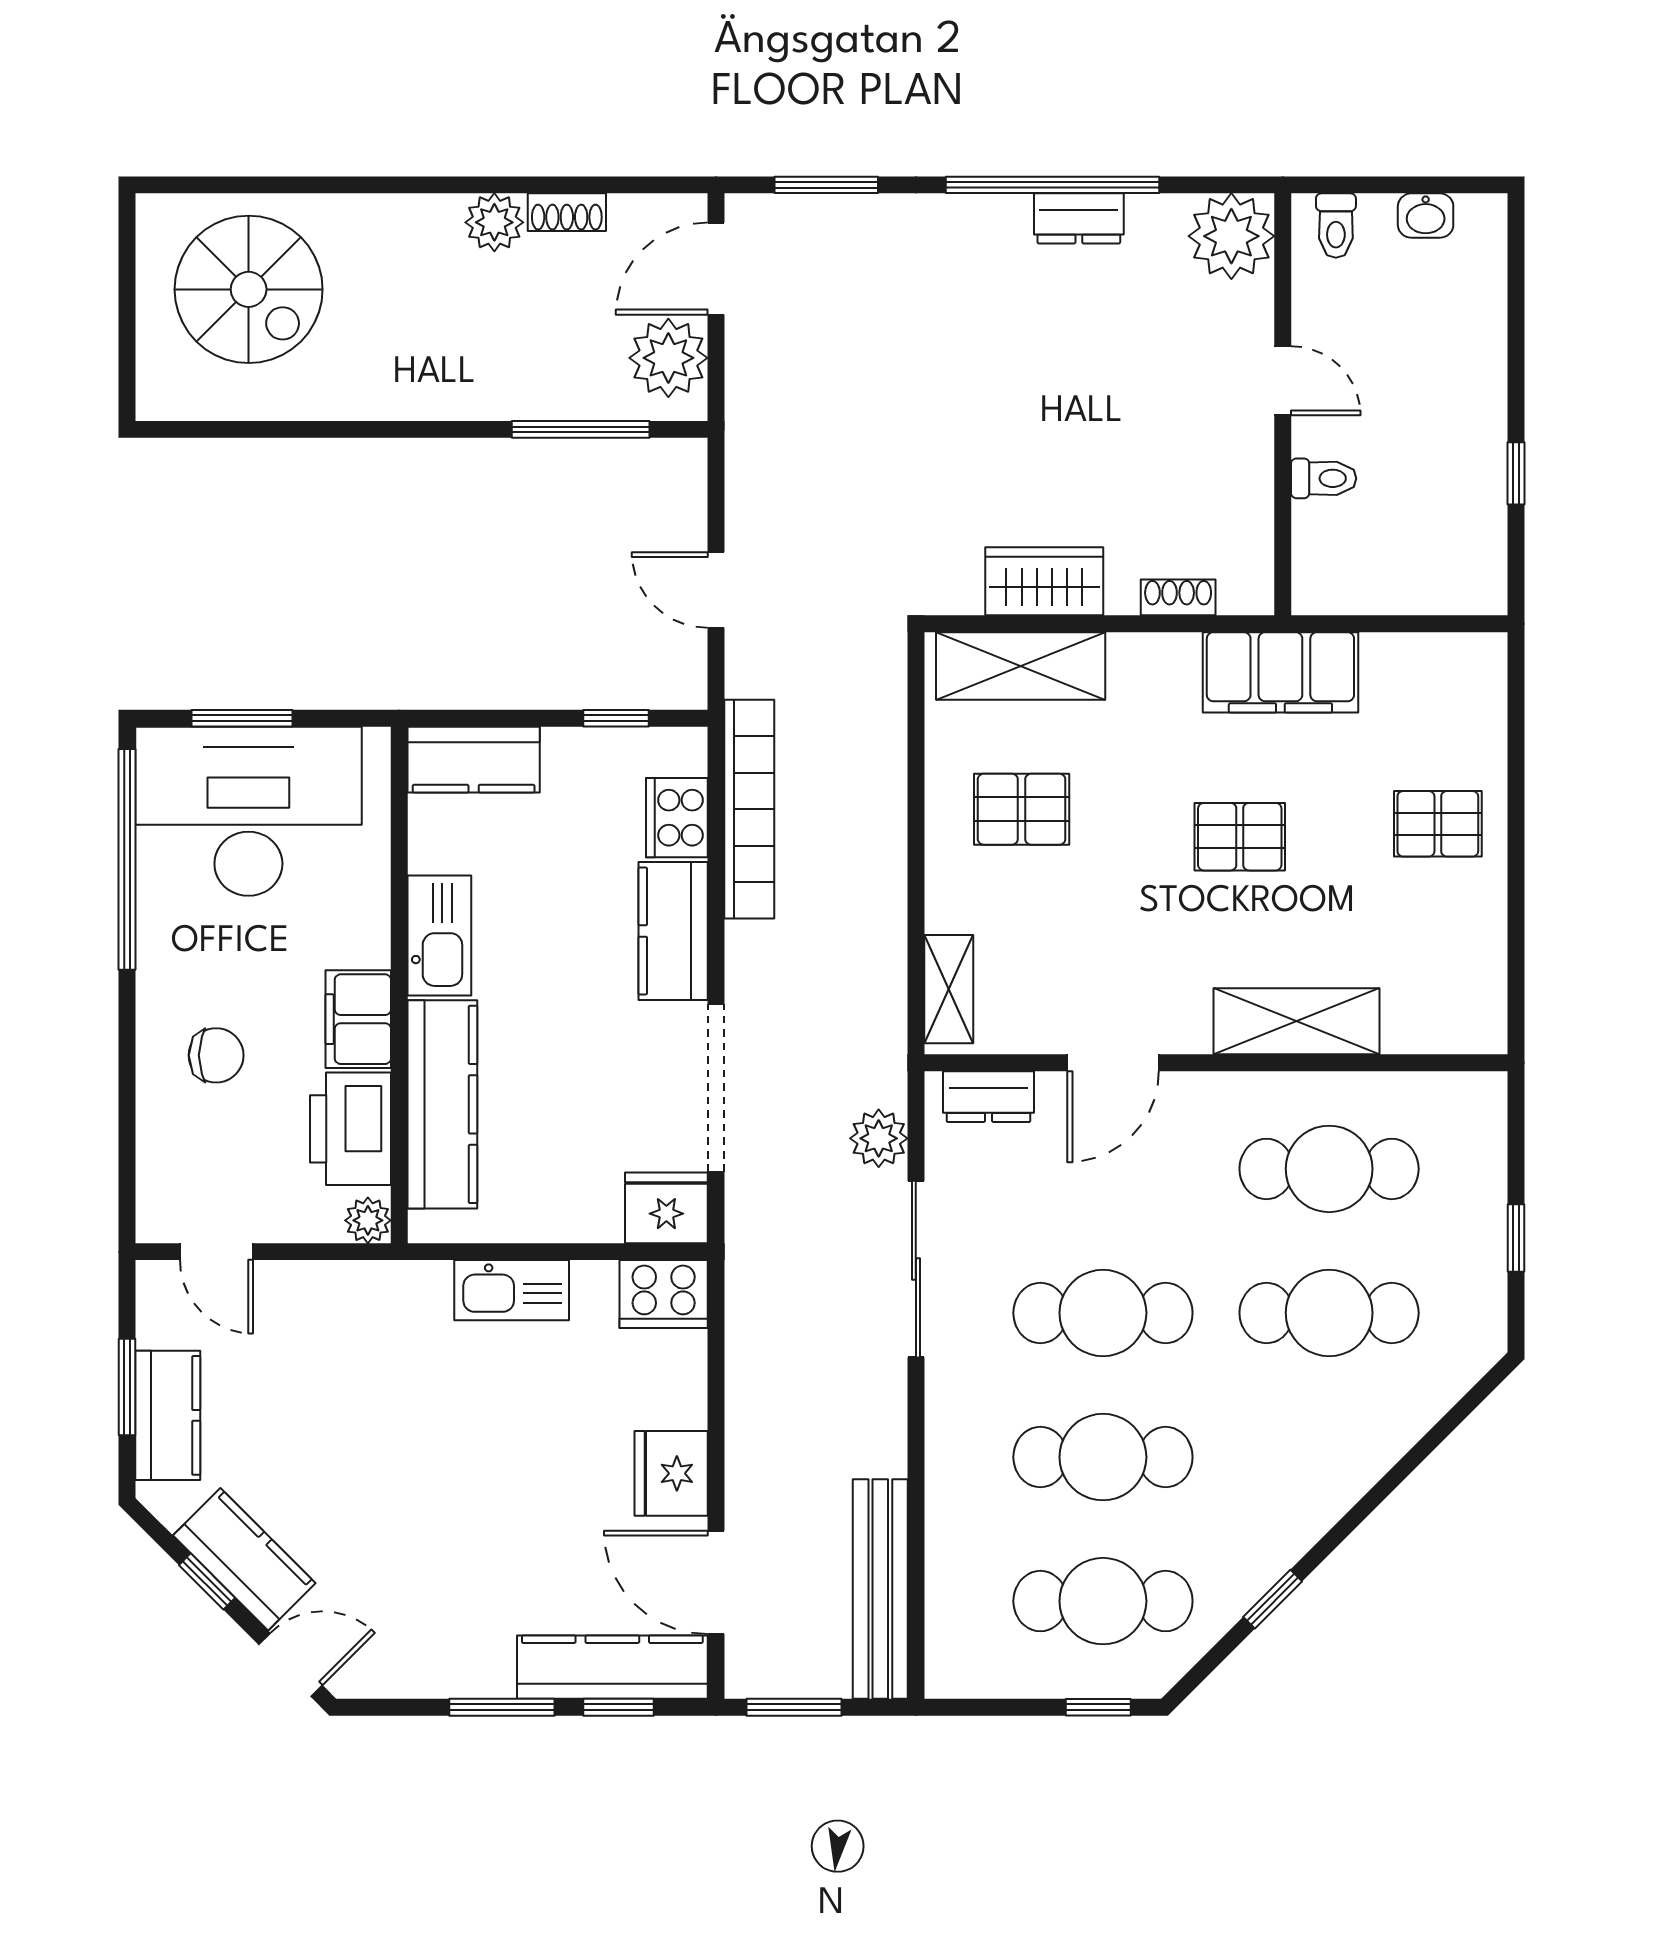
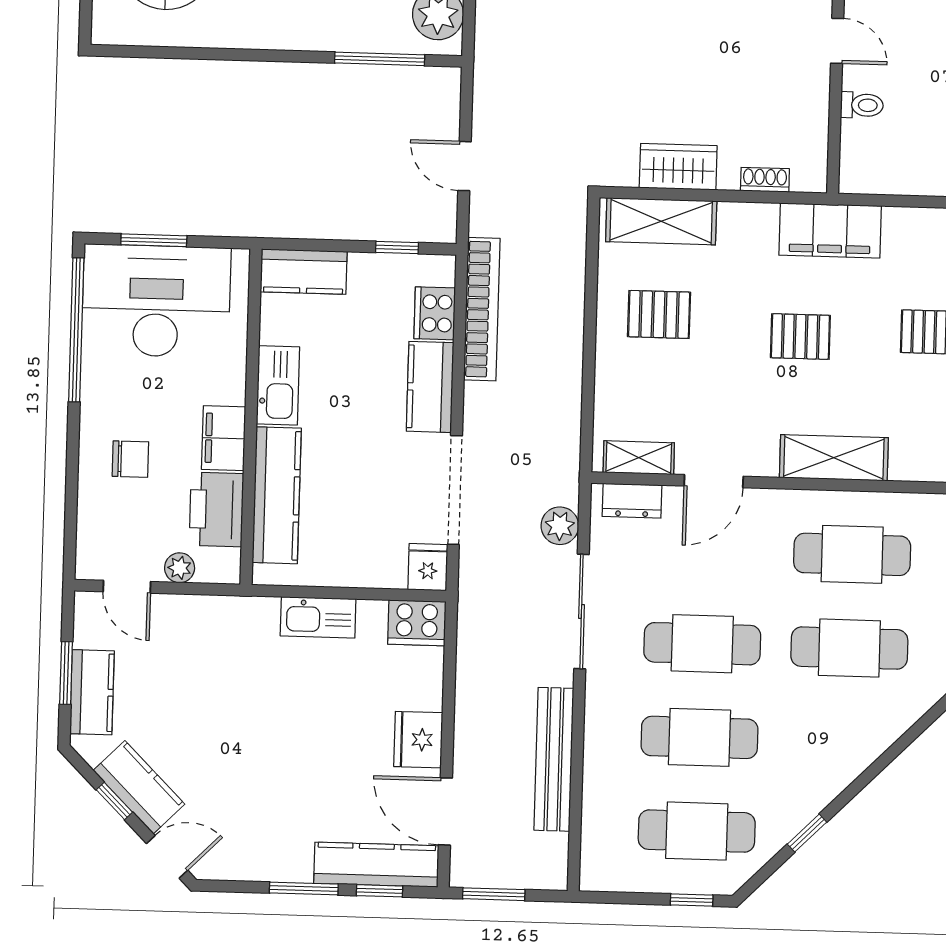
shelving: (949, 989) -> (639, 458), moved, turned 90
fridge: (666, 1208) -> (428, 567), width x0.72
plant: (368, 1220) -> (180, 568), moved
bench: (880, 1589) -> (554, 759), moved

